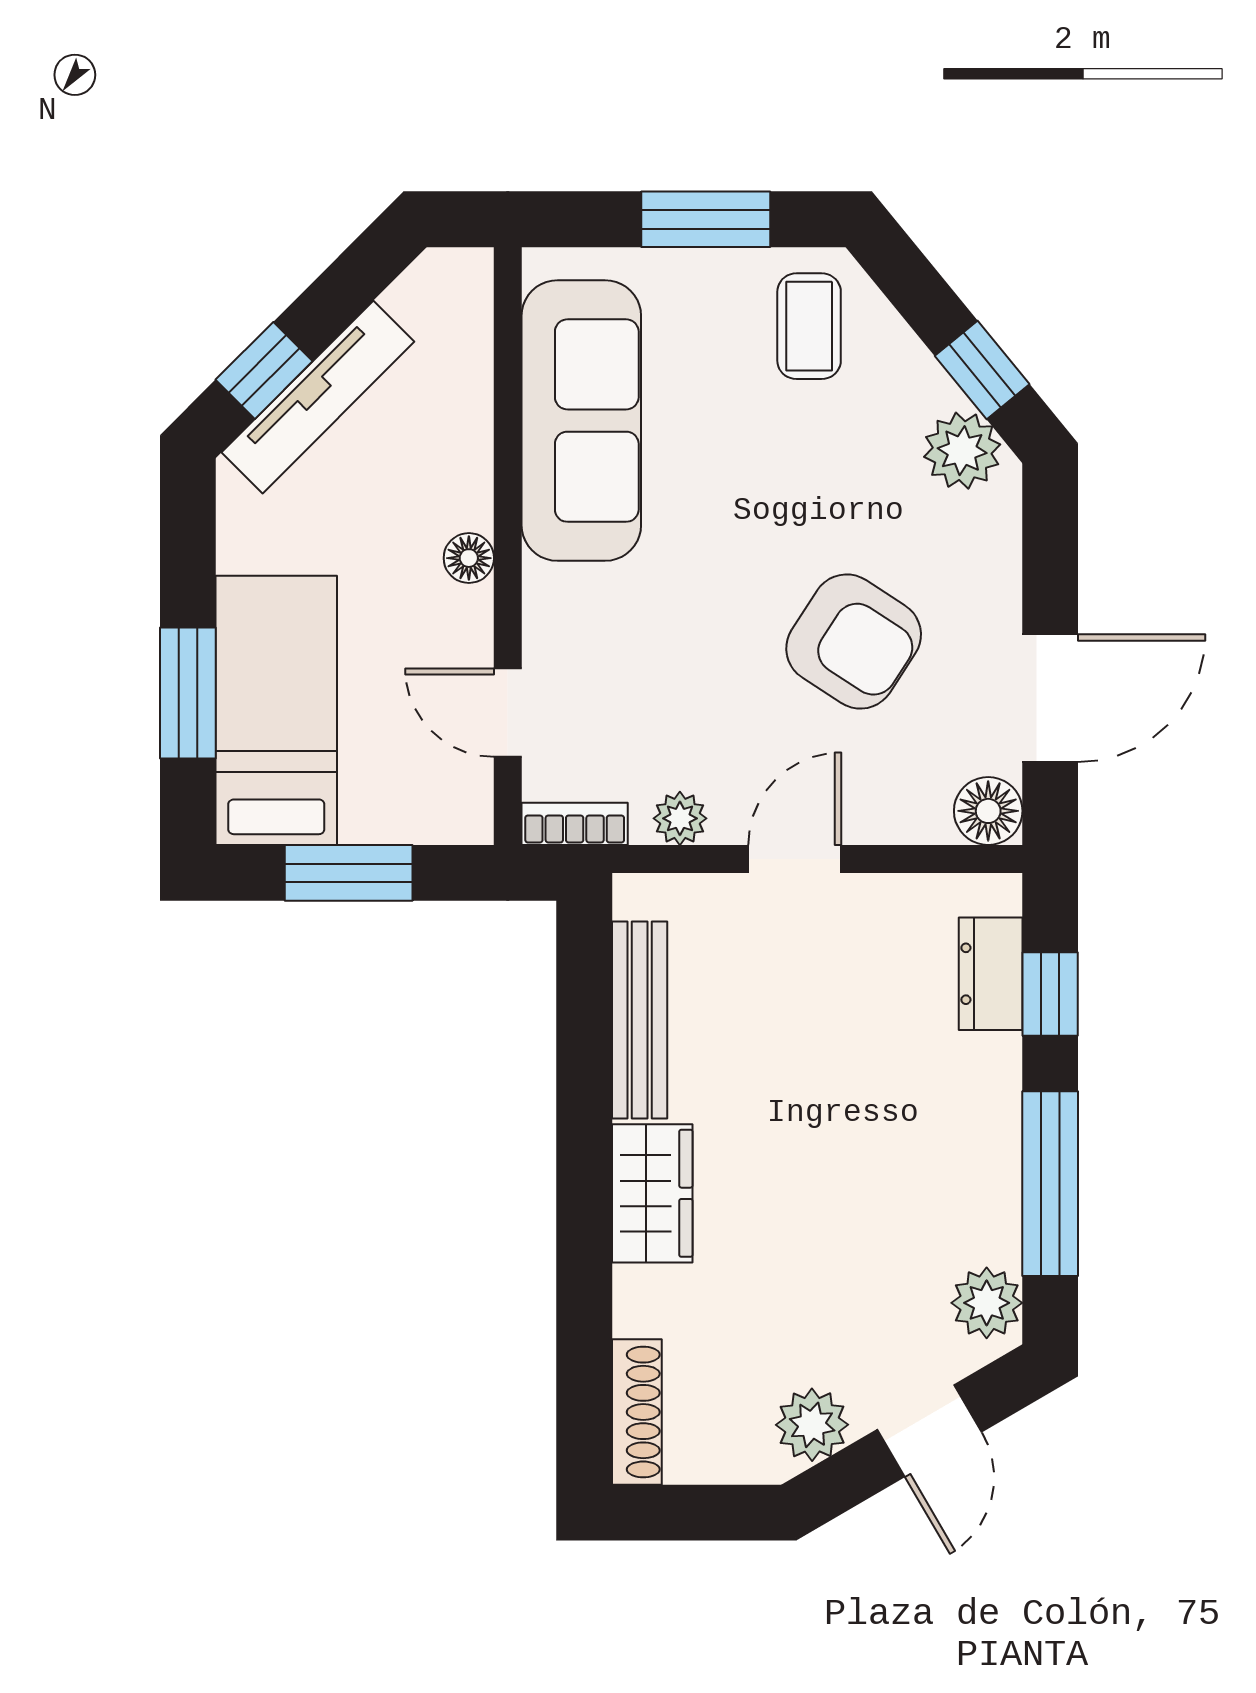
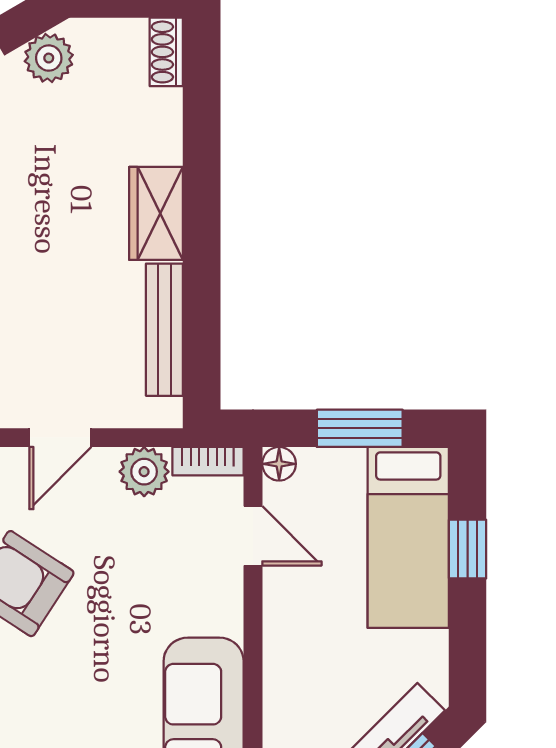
floor lamp: (469, 558) -> (279, 464), moved
window: (188, 693) -> (468, 549), width x0.67
plant: (680, 818) -> (144, 472), width x1.38, depth x1.38
shoe rack: (637, 1412) -> (166, 52), width x0.70

